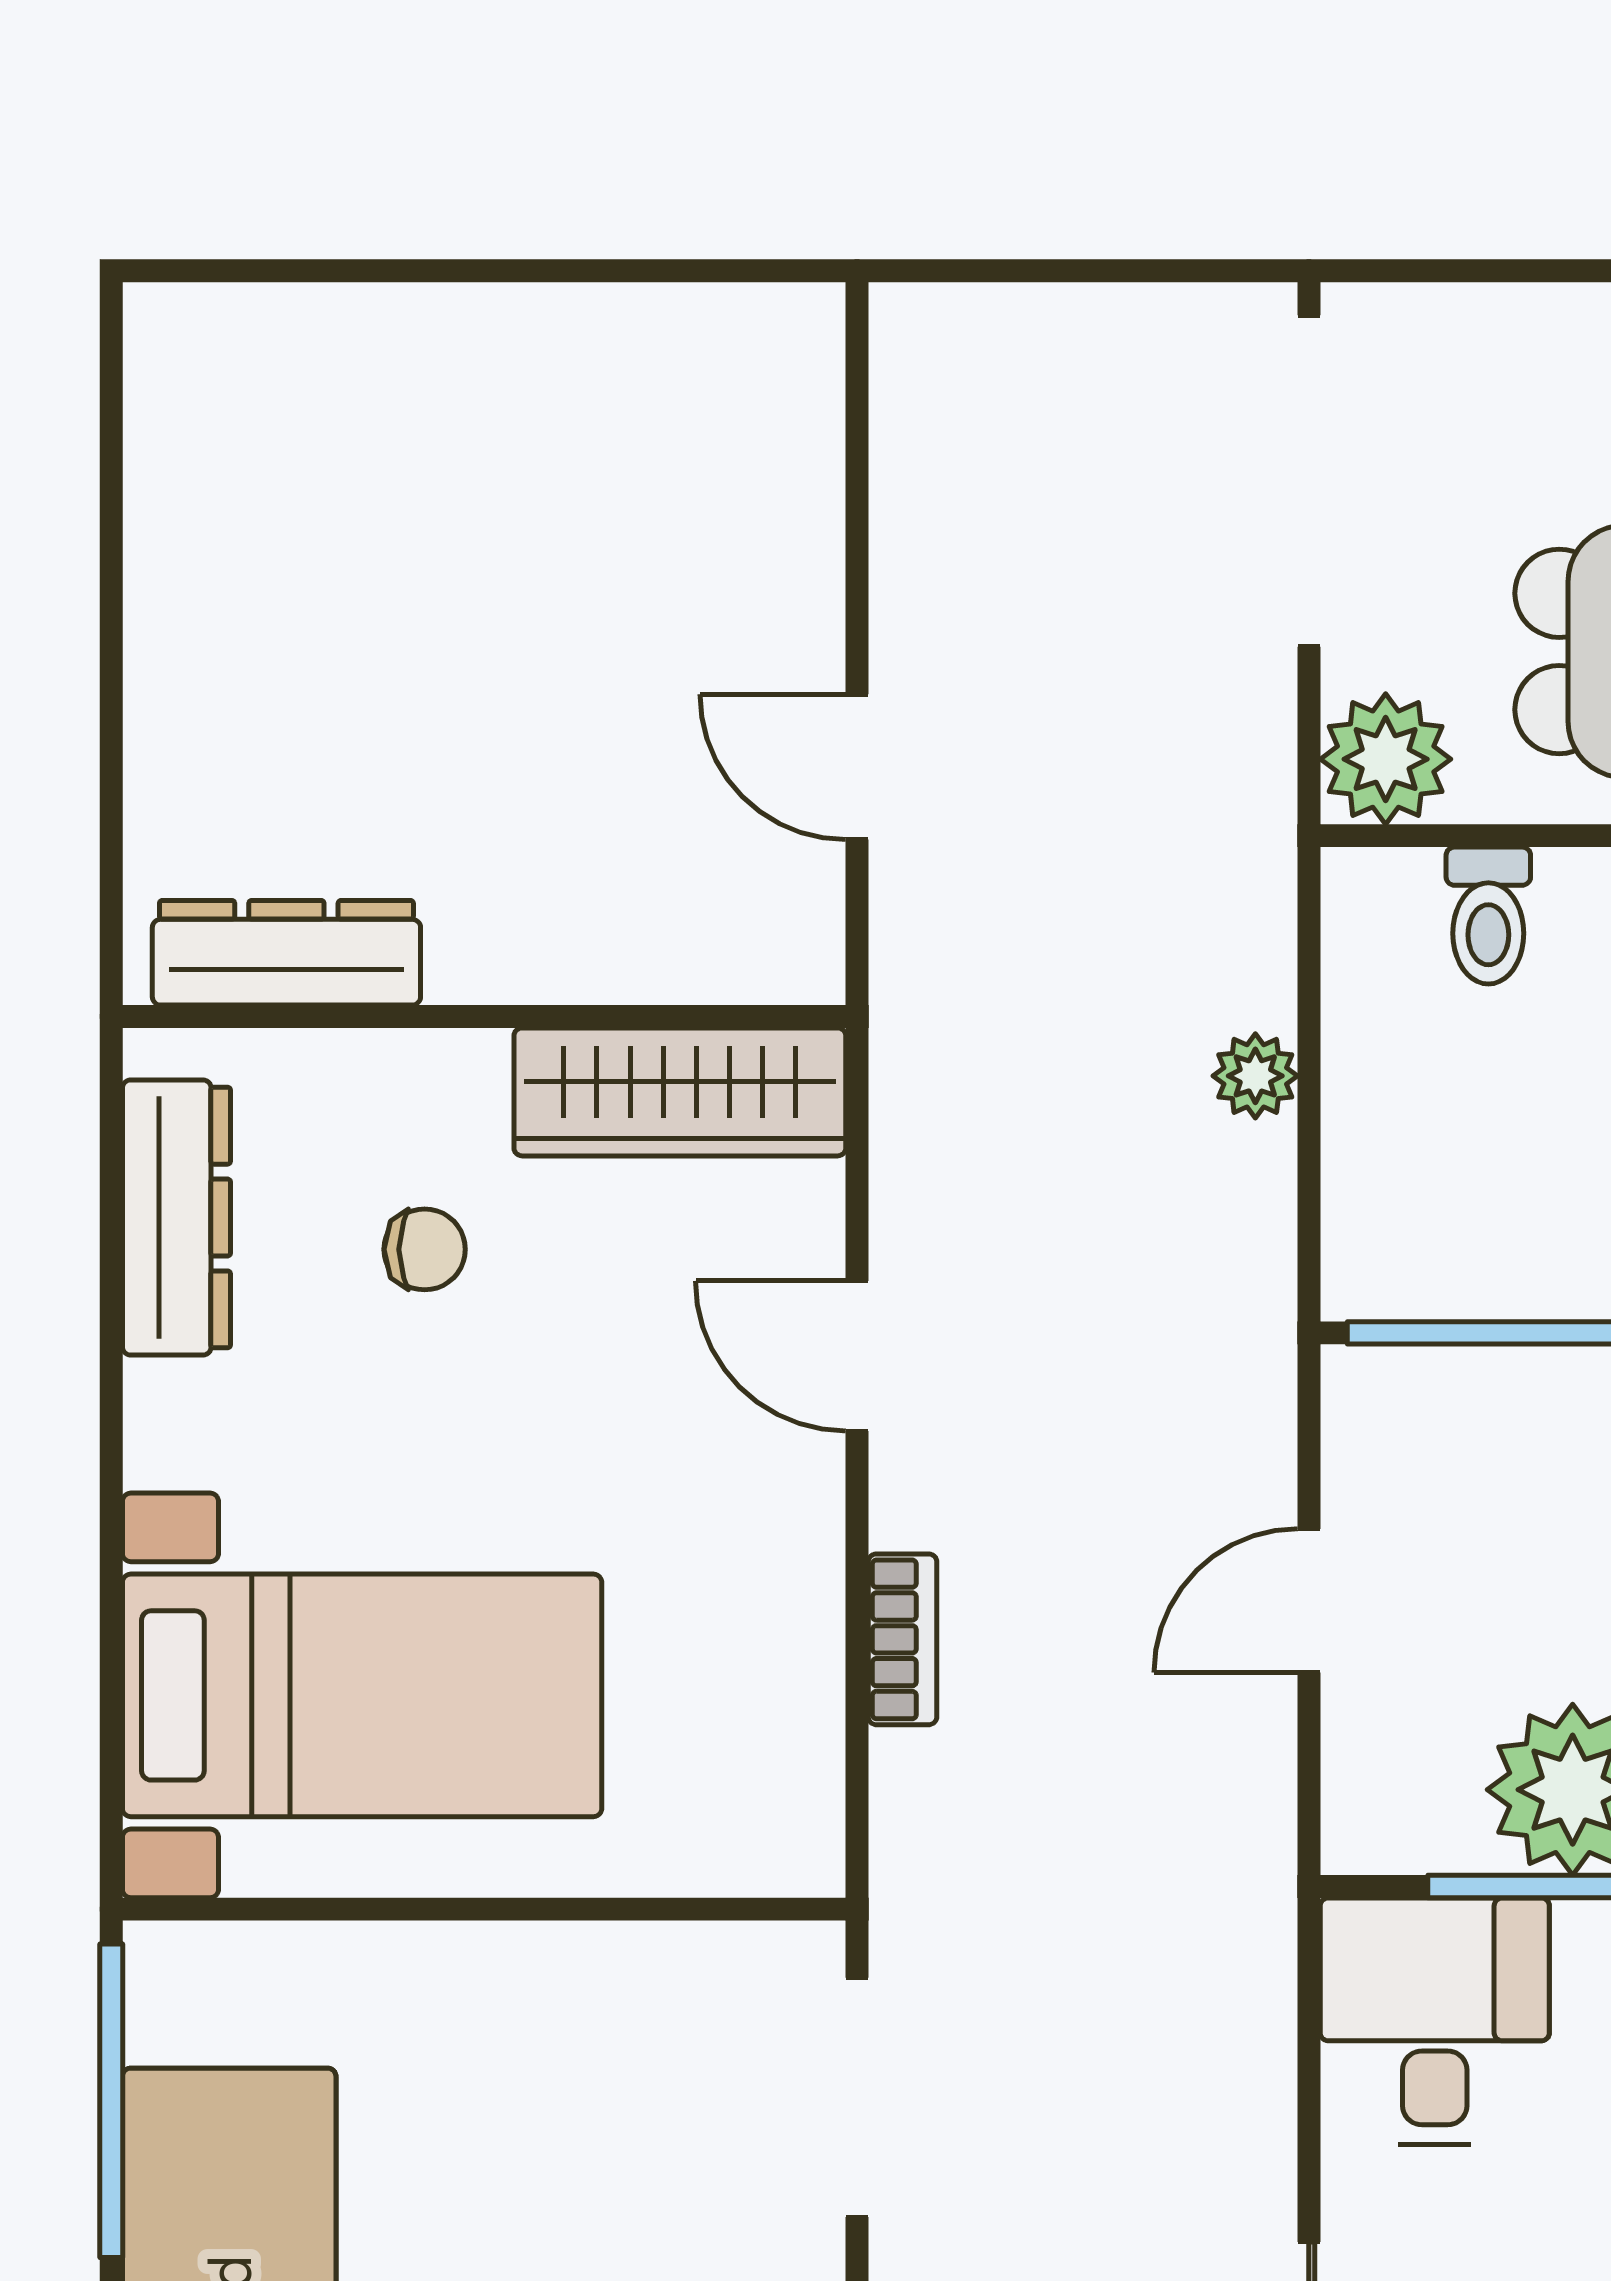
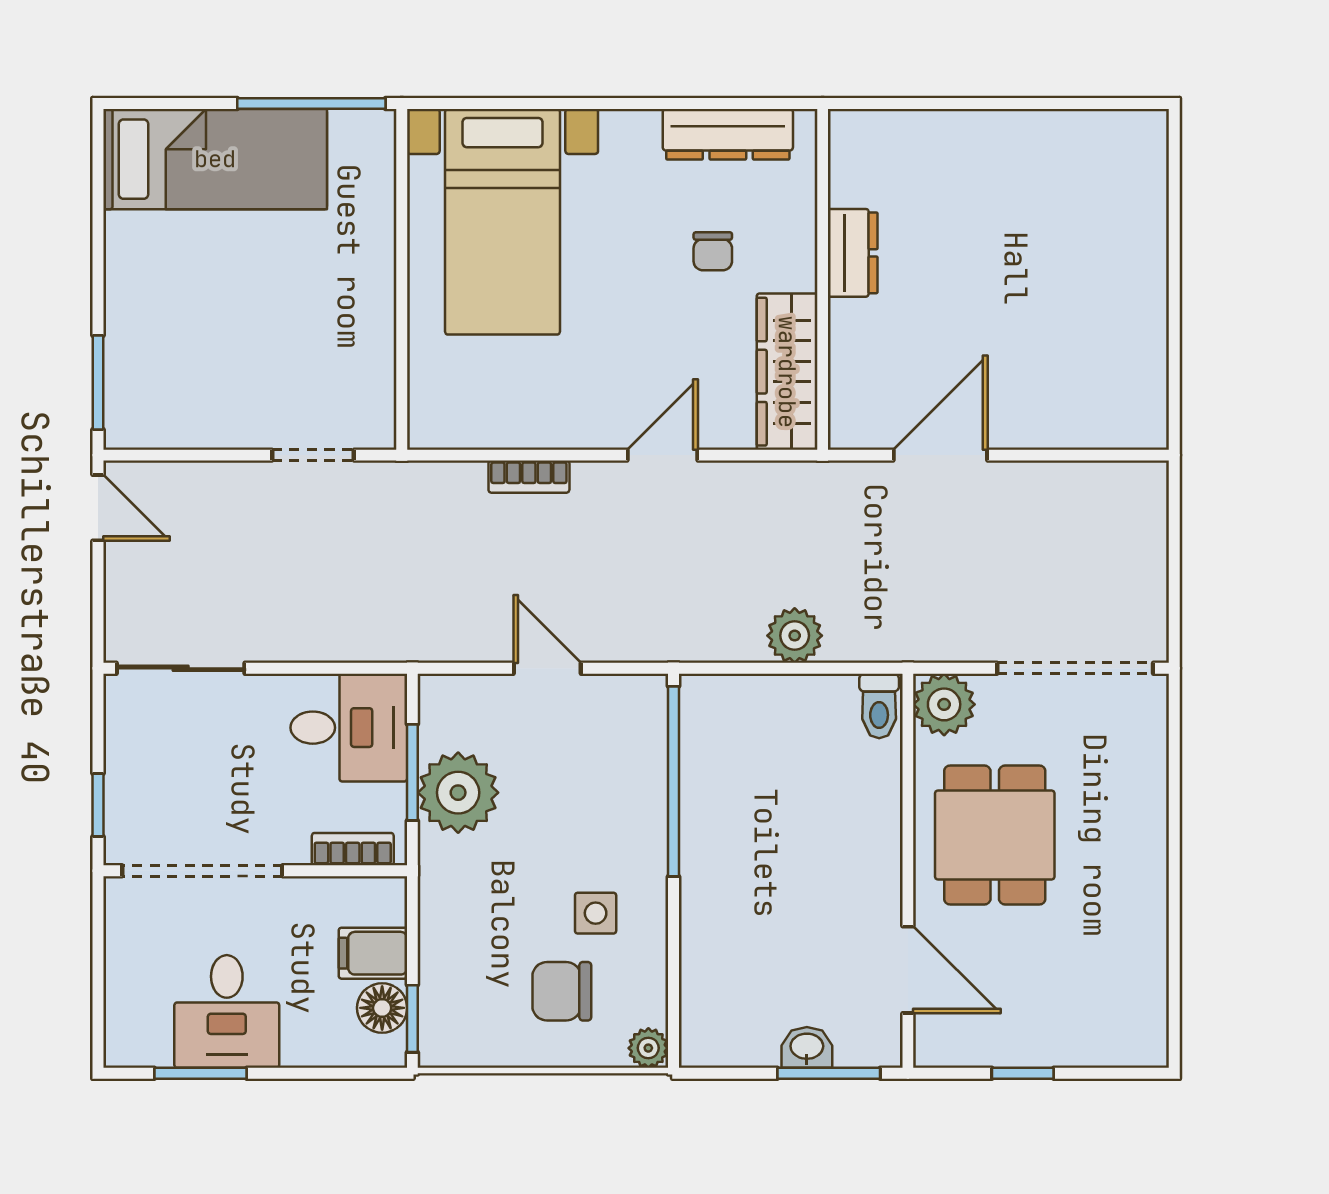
door: (857, 767) -> (940, 455), width x1.38
toilet: (1488, 916) -> (879, 706), moved, turned -90
dresser: (286, 953) -> (853, 253), moved, width x0.70
plant: (1255, 1076) -> (795, 636), width x1.38, depth x1.38
doorway: (857, 2097) -> (313, 455), width x0.73

